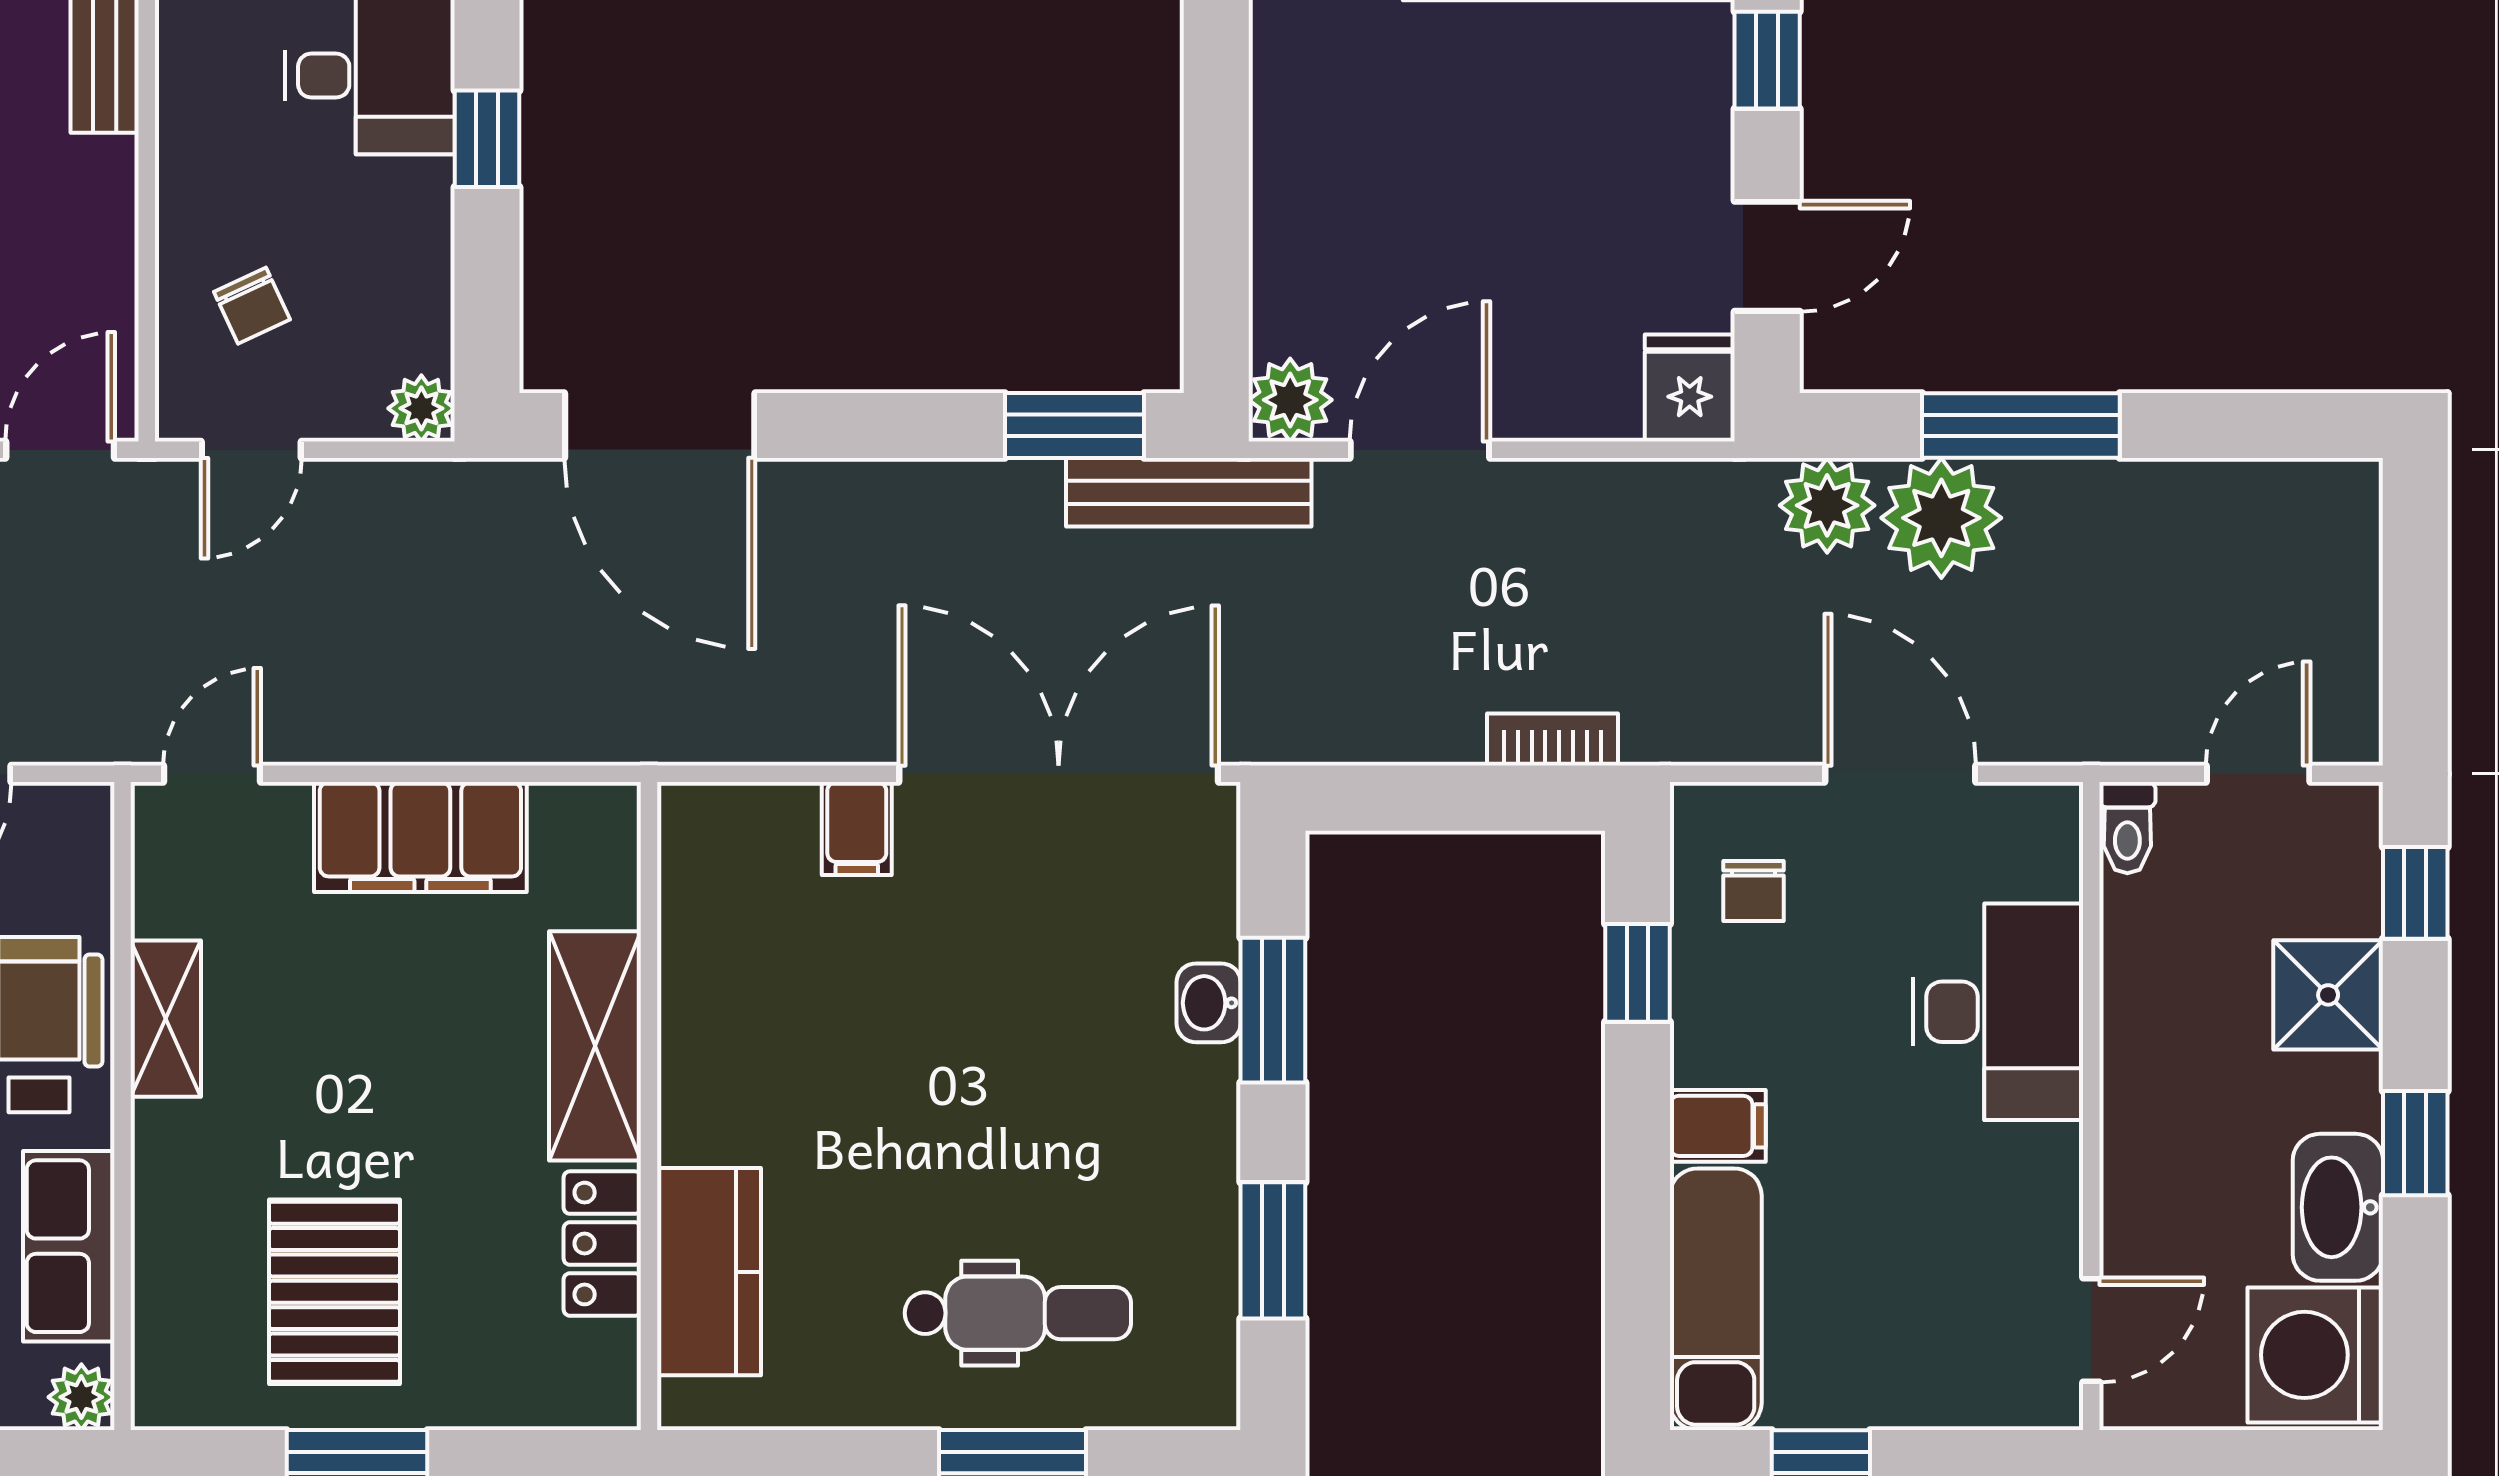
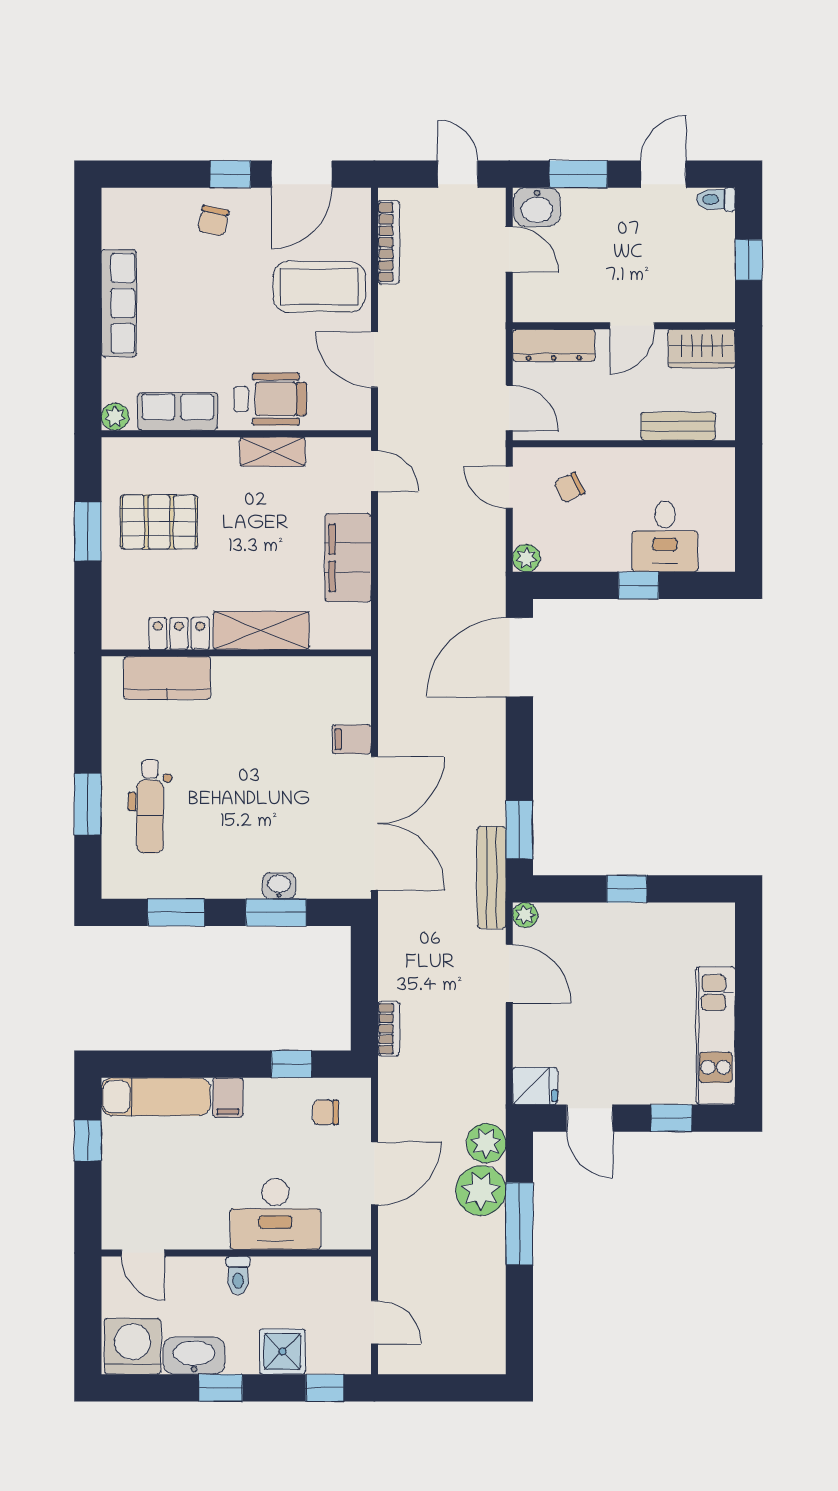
window: (1216, 167) -> (627, 889), added
plant: (1290, 400) -> (525, 915), width x0.73, depth x0.73
toilet: (2127, 828) -> (238, 1275), moved, turned -90

